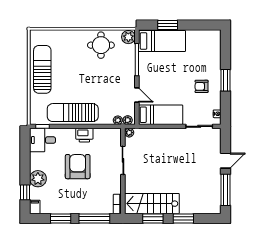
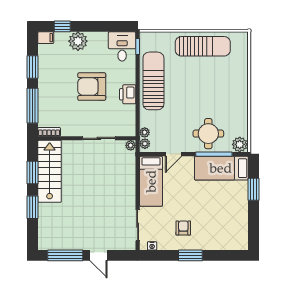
bed: (162, 41) -> (221, 168), moved, turned 90
round table: (101, 45) -> (208, 134), moved
armchair: (78, 167) -> (92, 87), turned 180

